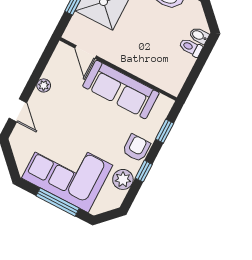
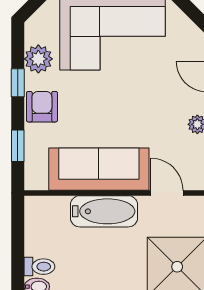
bathtub: (132, 61) -> (104, 211), added
armchair: (136, 148) -> (42, 107), turned 180

